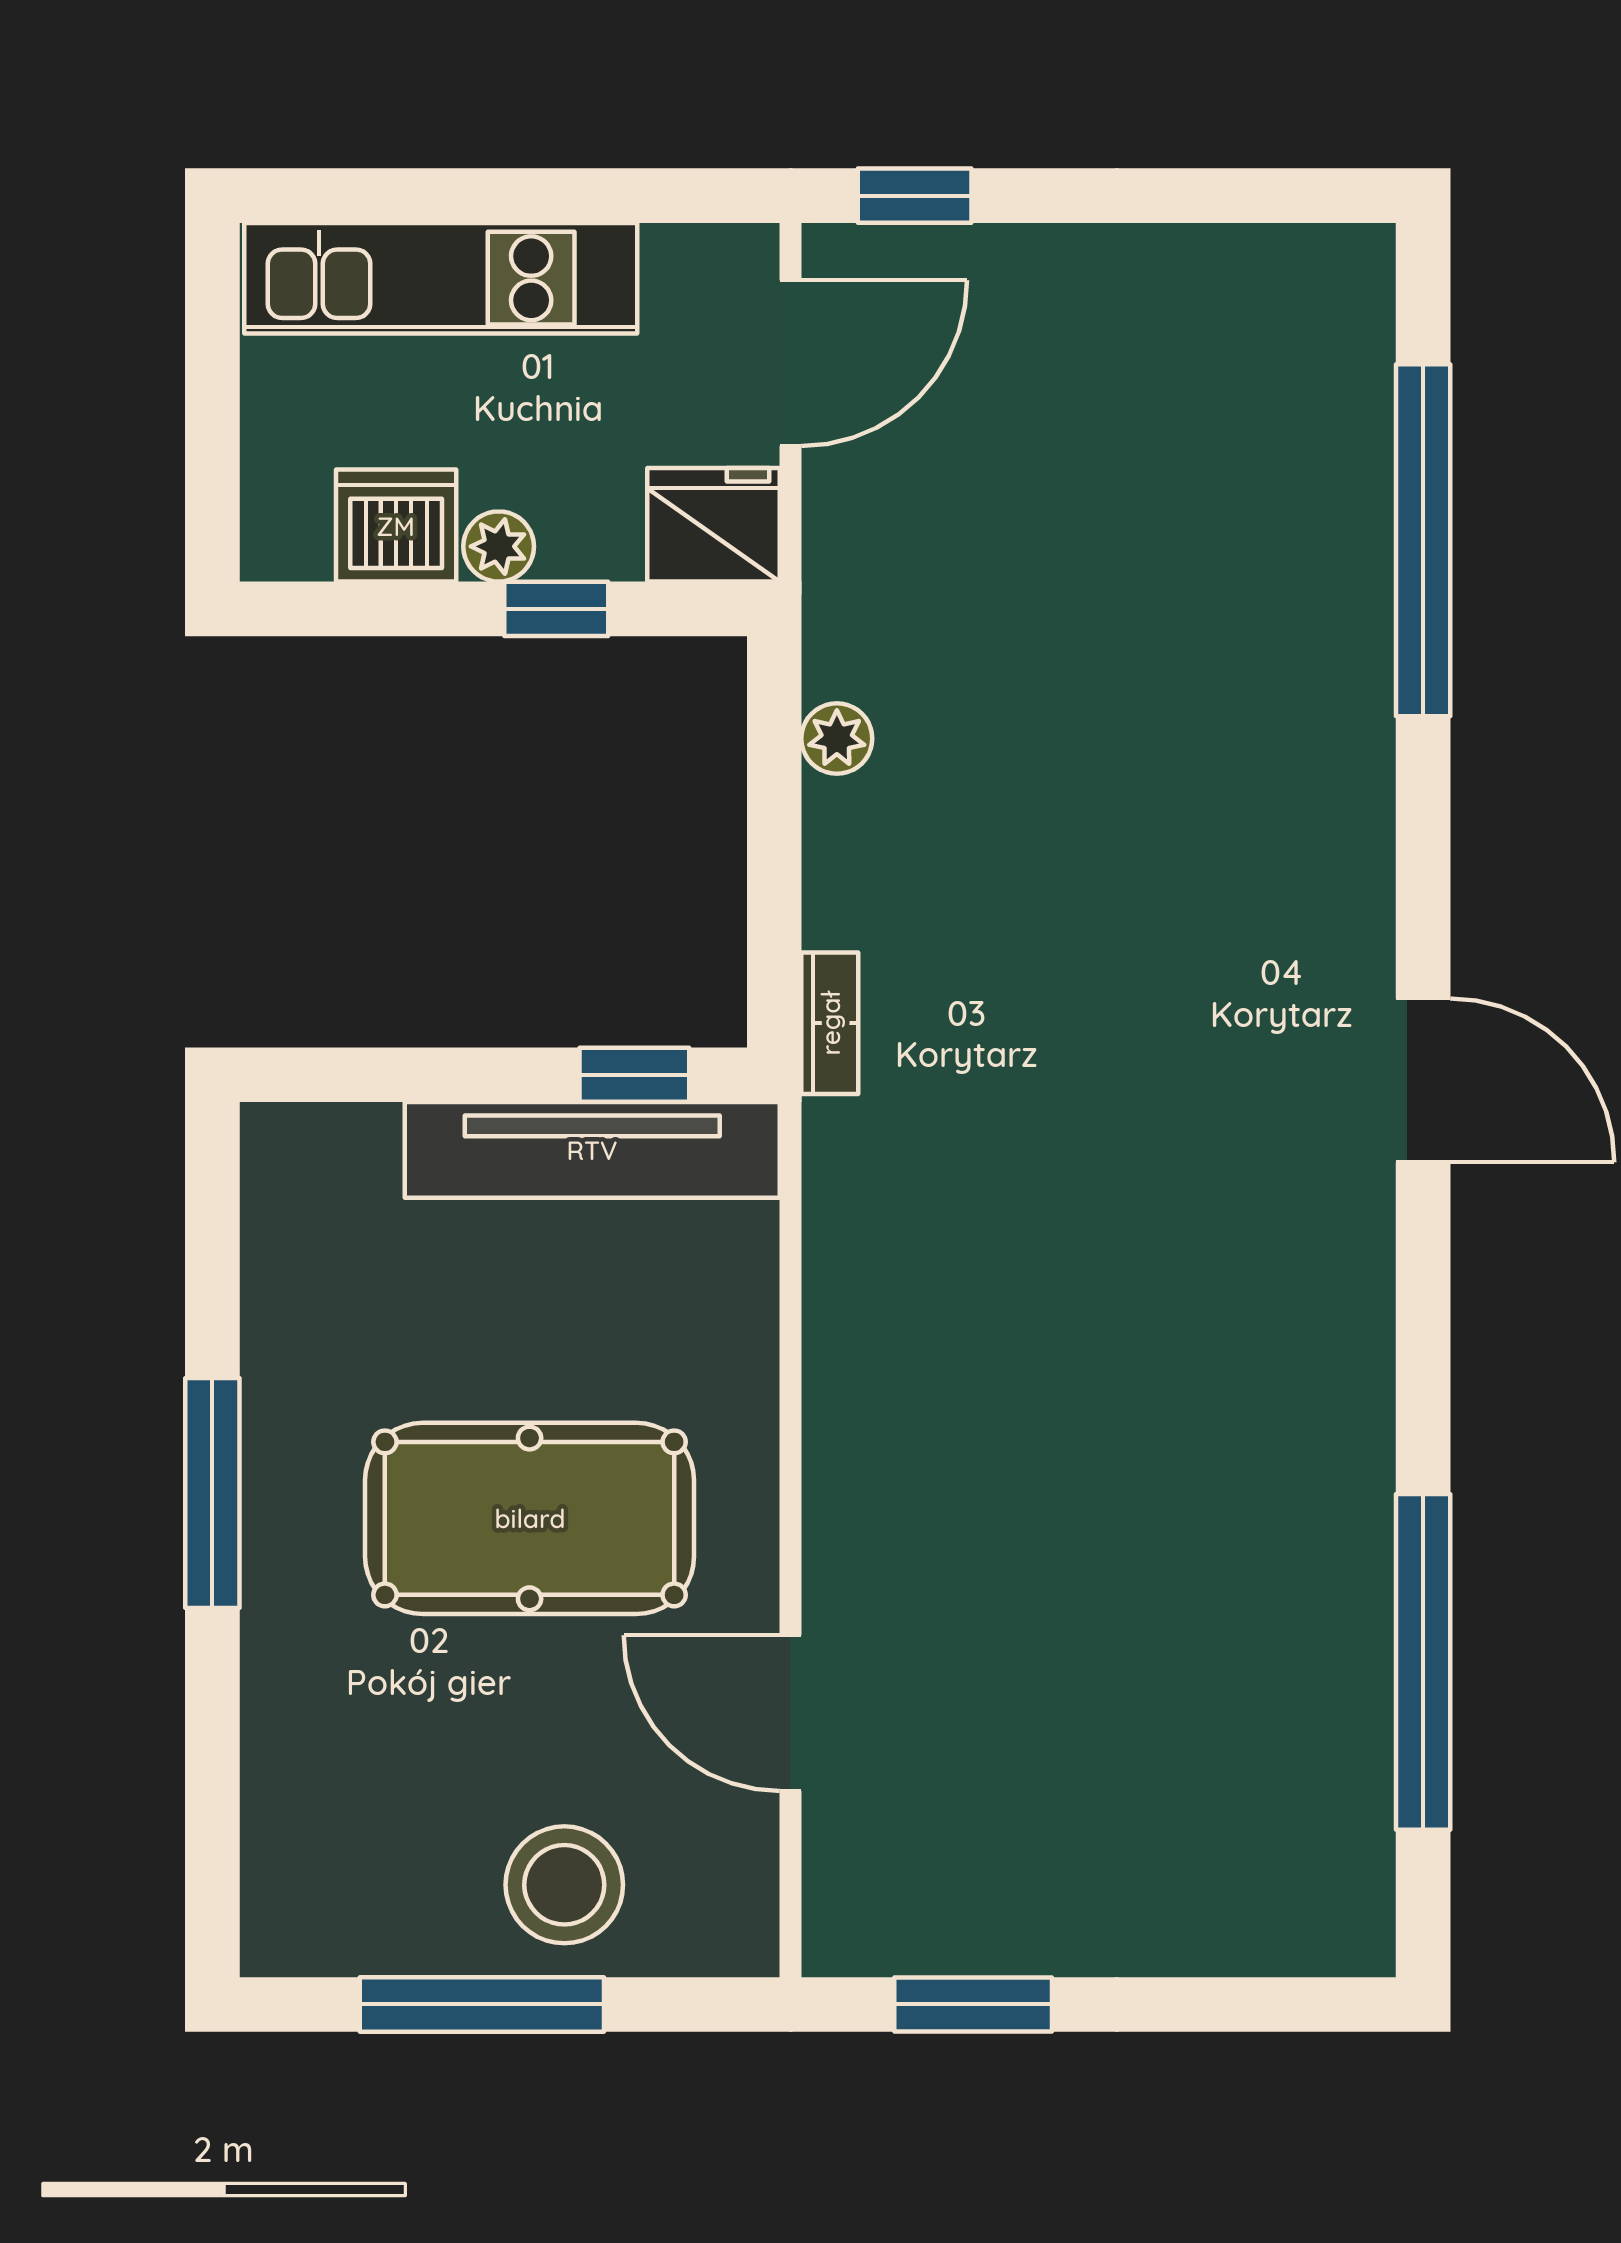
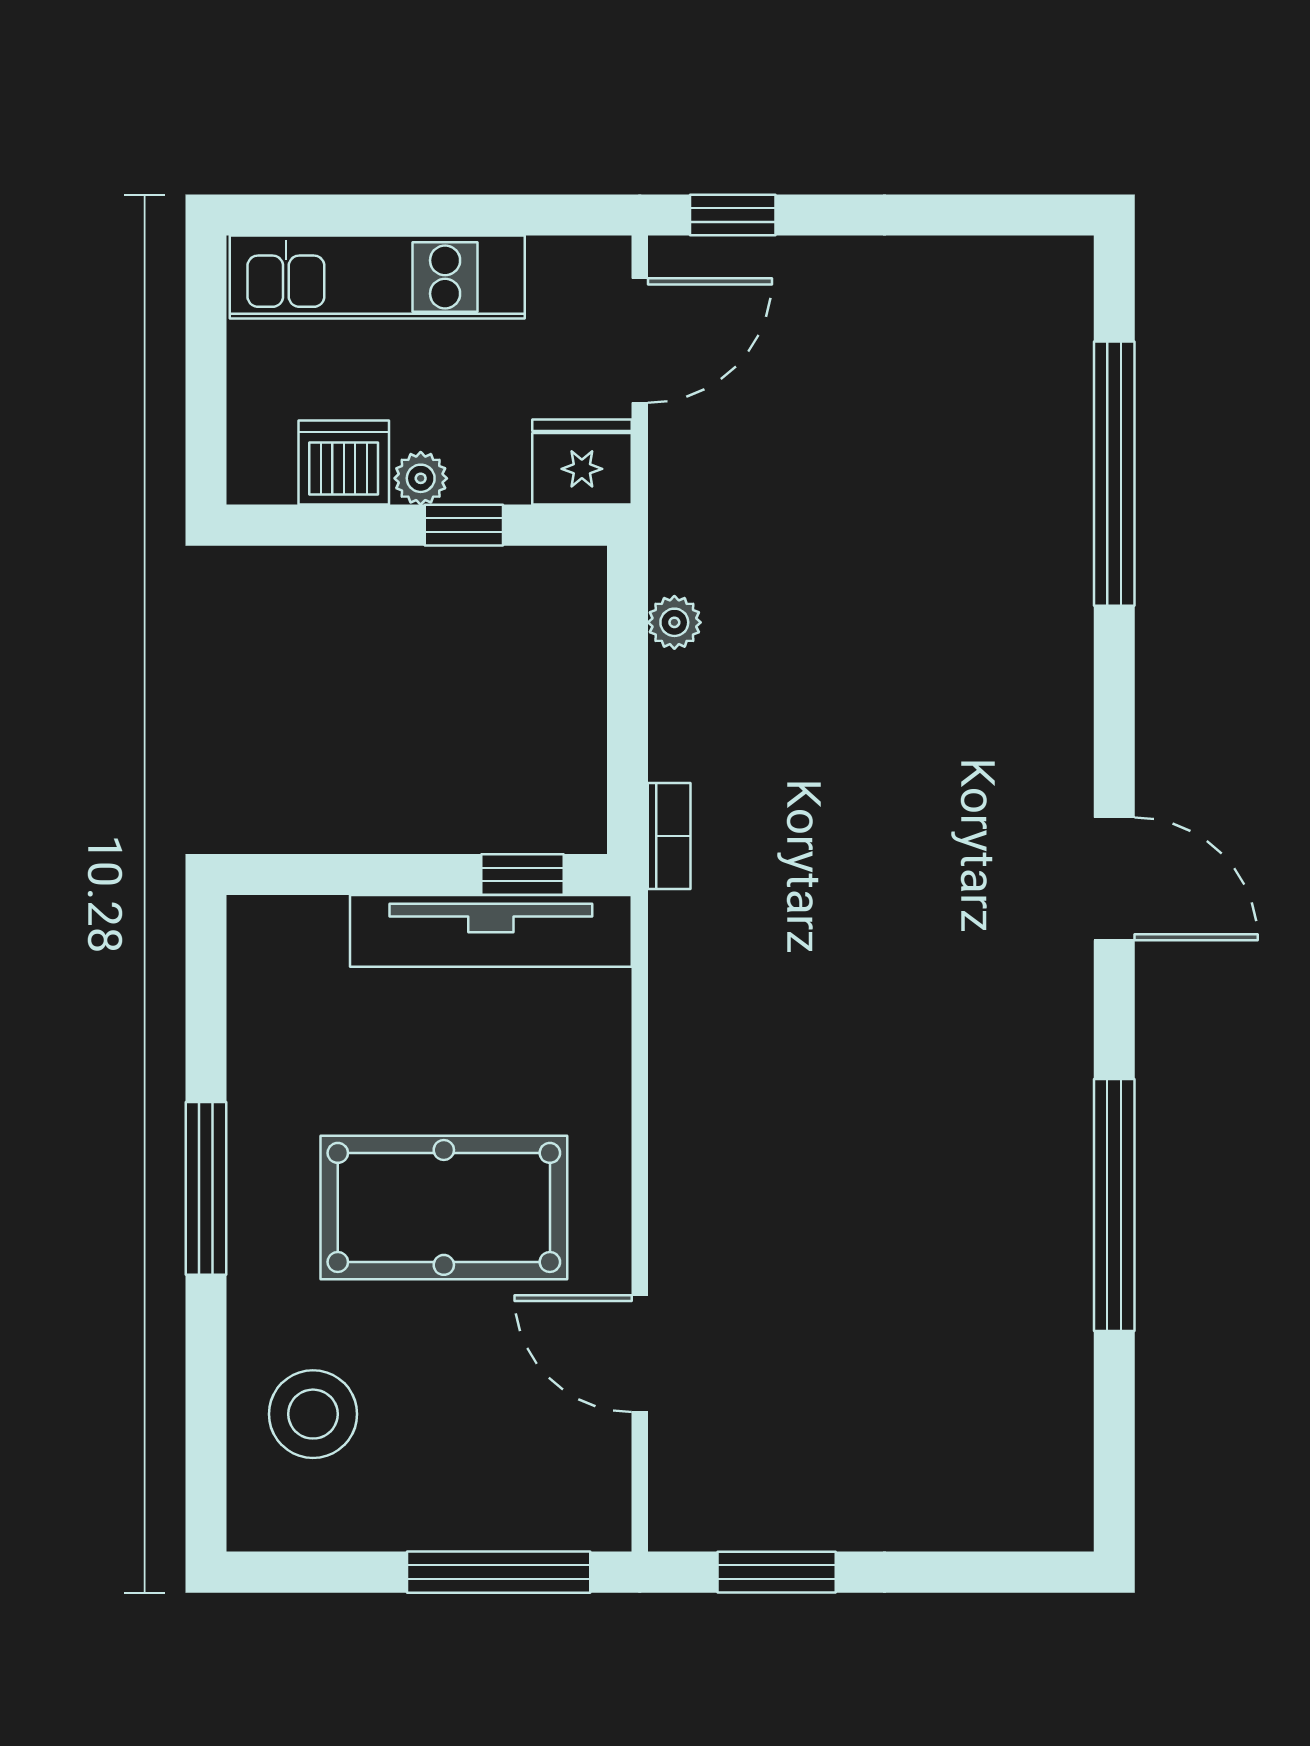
window: (1423, 1662) -> (1114, 1205), moved
stool: (564, 1885) -> (313, 1414), moved
window: (482, 2004) -> (499, 1572), moved

